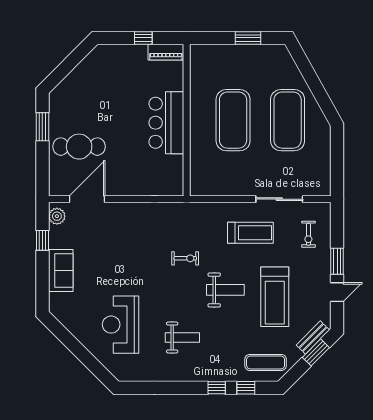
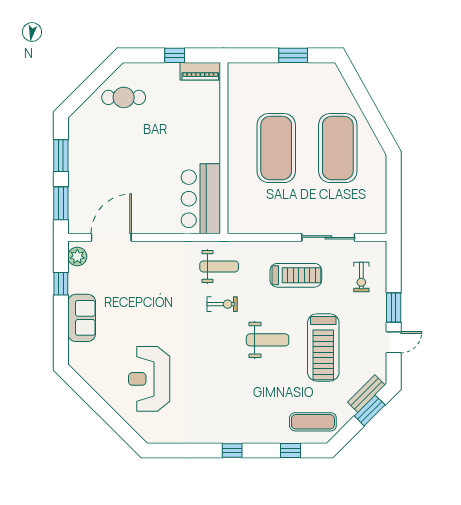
bar counter: (166, 123) -> (201, 199), moved
cafe table: (79, 147) -> (124, 97), moved, width x0.73, depth x0.74
window: (42, 169) -> (61, 203), added
weight bench: (182, 338) -> (219, 266), moved
window: (217, 388) -> (232, 450), moved

